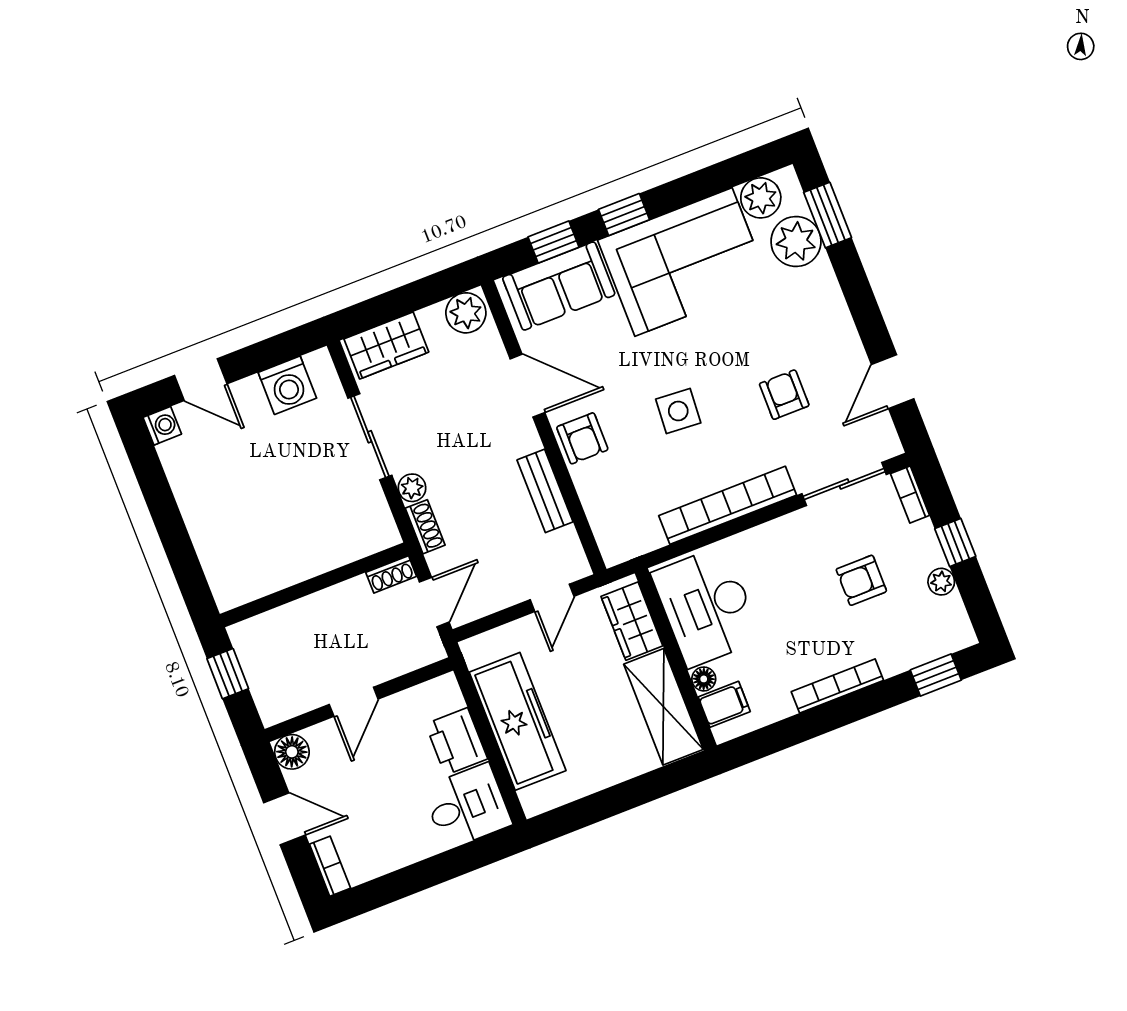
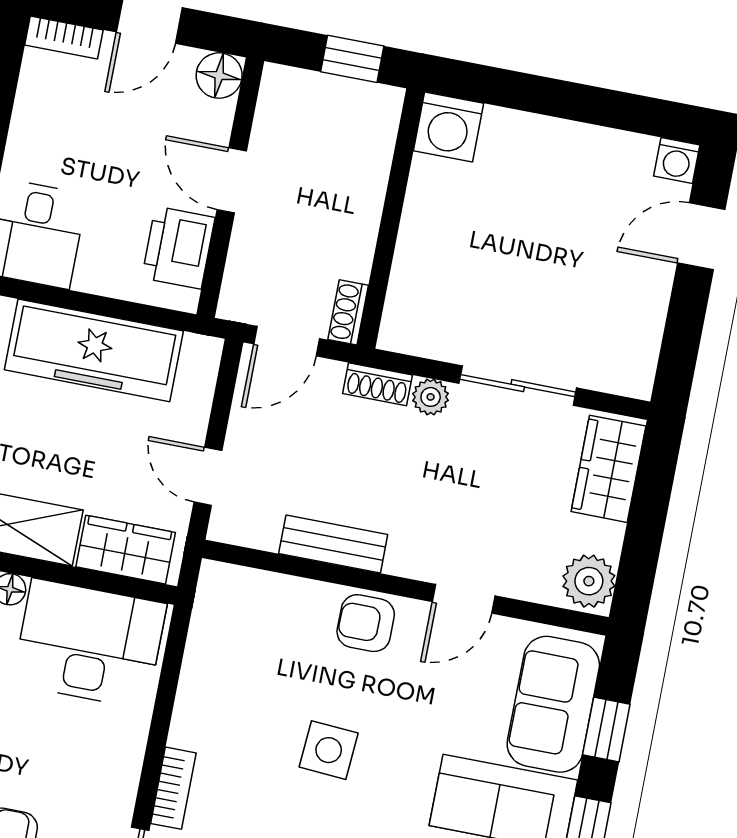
washing machine: (287, 385) -> (449, 127), moved, turned -90
door: (527, 386) -> (464, 599), width x0.73
bookcase: (728, 505) -> (173, 788), width x0.43, depth x0.76
door: (434, 602) -> (287, 341), hinge flipped
printer: (456, 741) -> (178, 248), moved, turned -90

